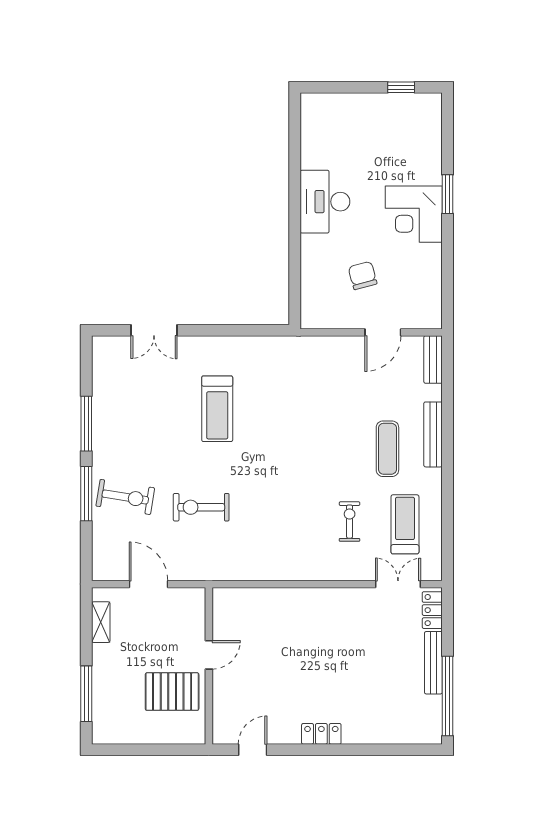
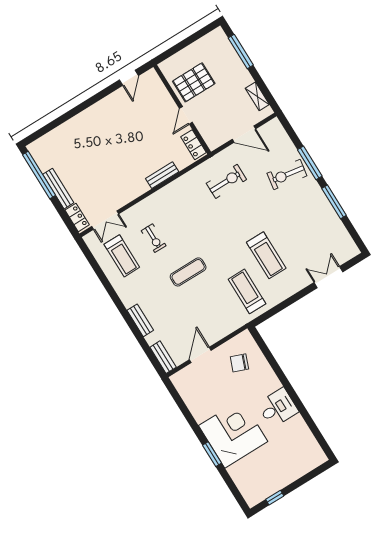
desk: (325, 202) -> (278, 408), width x0.73
corner desk: (414, 214) -> (233, 434), width x1.36, depth x1.36
chair: (363, 275) -> (239, 363), moved, turned 126
treadmill: (271, 377) -> (247, 291), added
treadmill: (217, 409) -> (266, 255), turned 180
bench: (433, 434) -> (140, 320), width x0.73
exercise mat: (387, 449) -> (188, 272), moved, turned 90
exercise bike: (201, 507) -> (226, 181), moved
bench: (288, 597) -> (162, 175), added
locker: (321, 734) -> (194, 145), moved, turned 90

